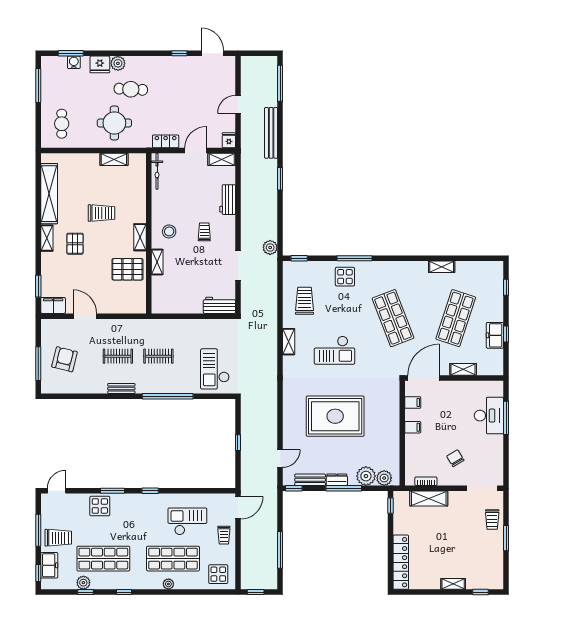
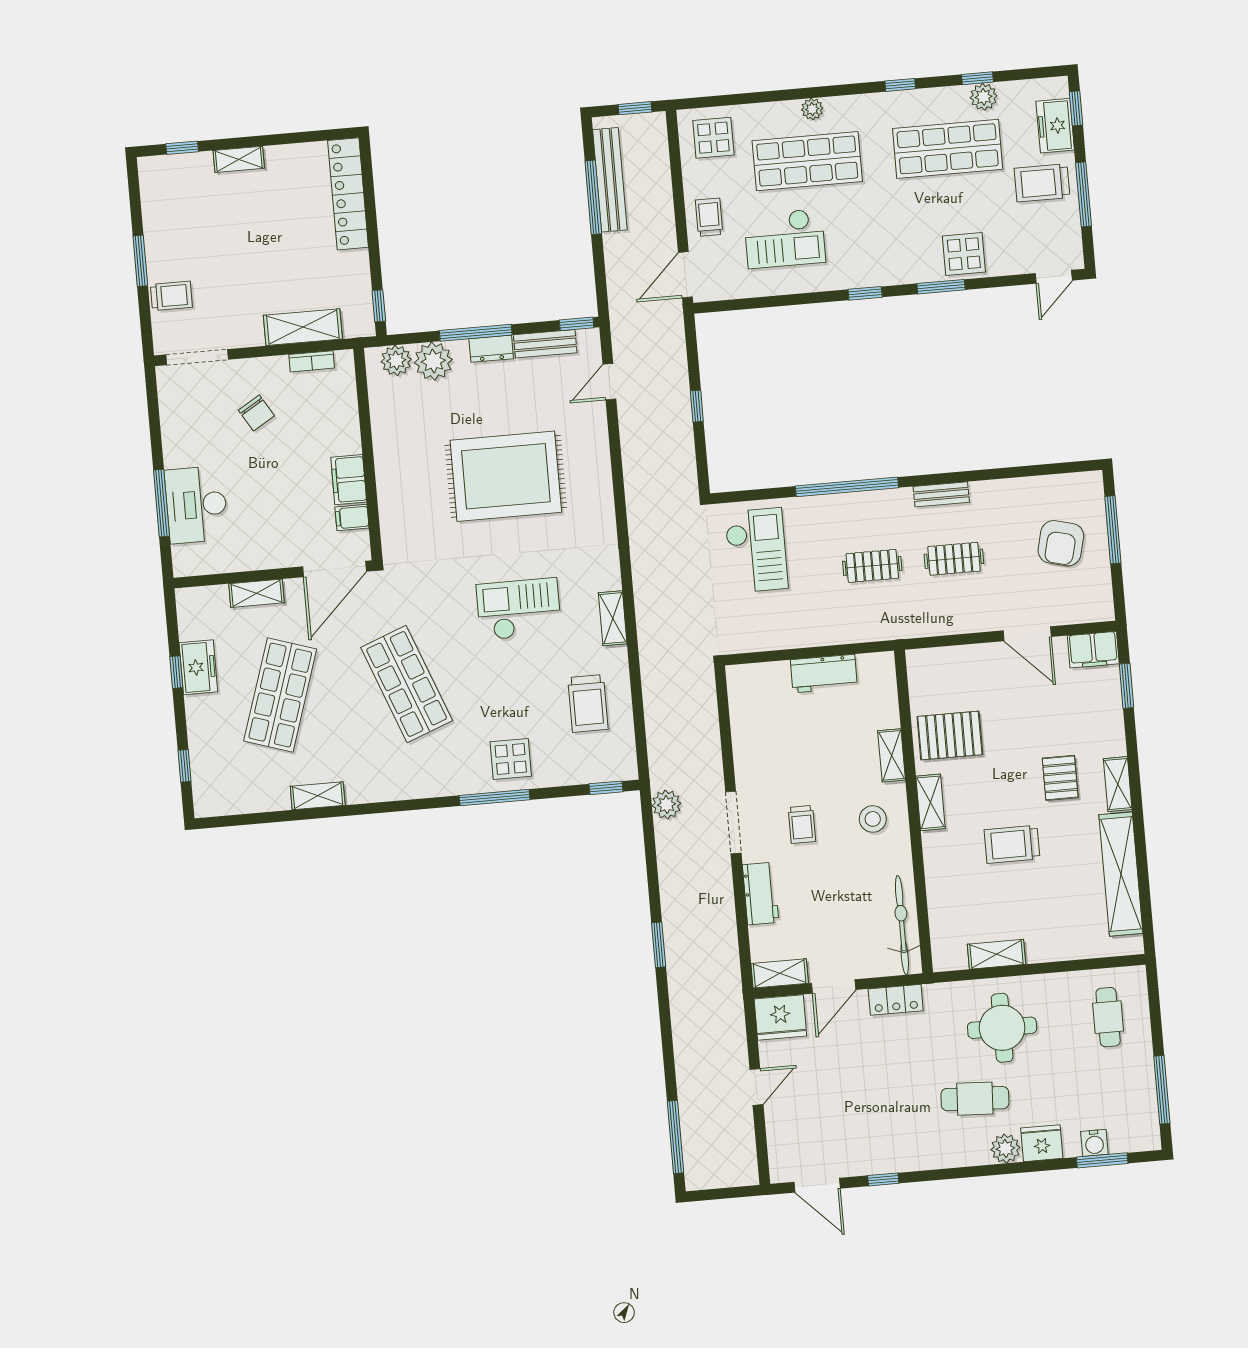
bench: (271, 133) -> (610, 180), moved
fridge: (229, 140) -> (780, 1017), width x1.88, depth x1.34
bicycle: (157, 171) -> (902, 925), width x1.37, depth x1.40
doorway: (238, 266) -> (733, 822), moved
workbench: (219, 305) -> (824, 674), moved
filing cabinet: (413, 427) -> (349, 480), width x2.00
trolley: (492, 520) -> (171, 296), turned 90

